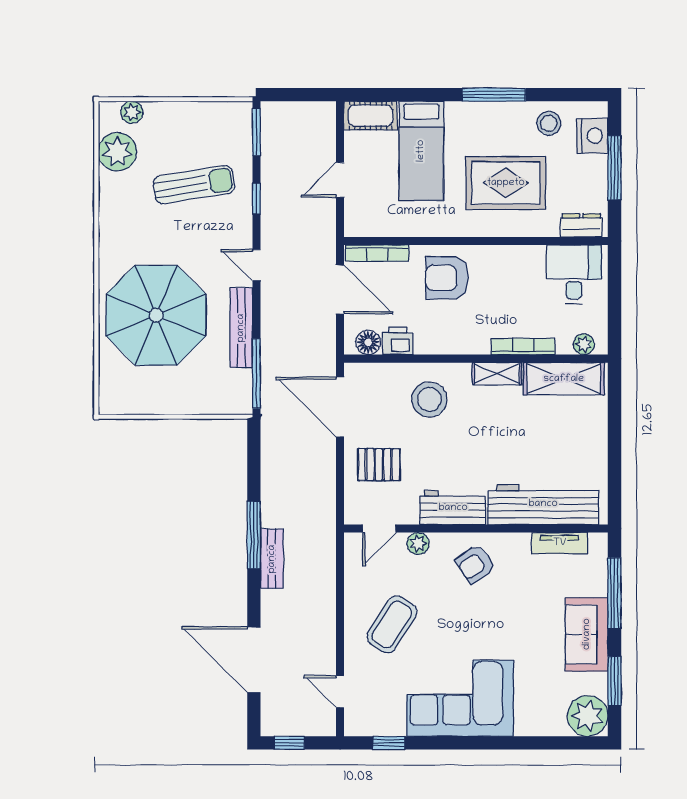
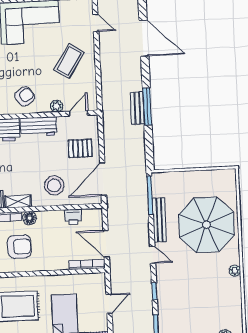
plant: (117, 152) -> (235, 271), moved, width x0.53, depth x0.53
sun lounger: (194, 185) -> (189, 297), removed
armchair: (447, 278) -> (19, 247), moved
floor lamp: (368, 342) -> (30, 218), moved
door: (340, 407) -> (103, 179), swing flipped
bench: (272, 559) -> (137, 108), moved

